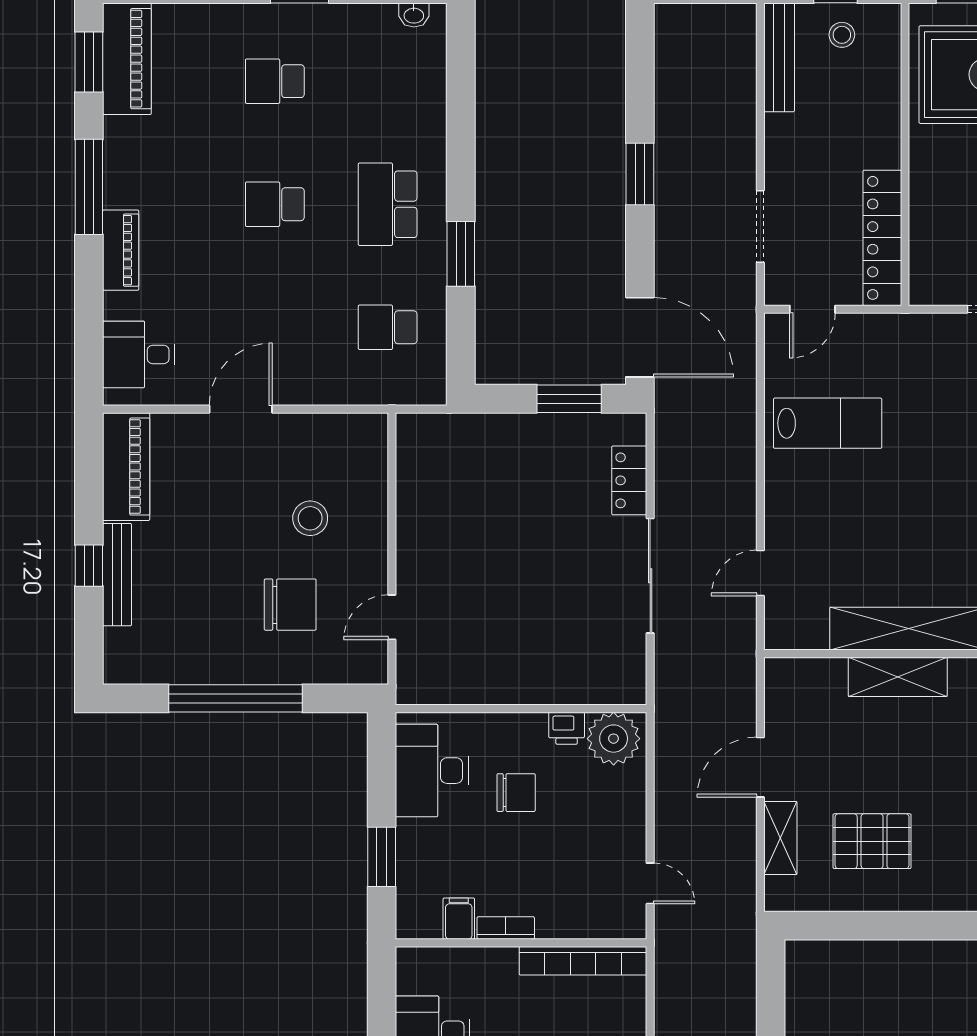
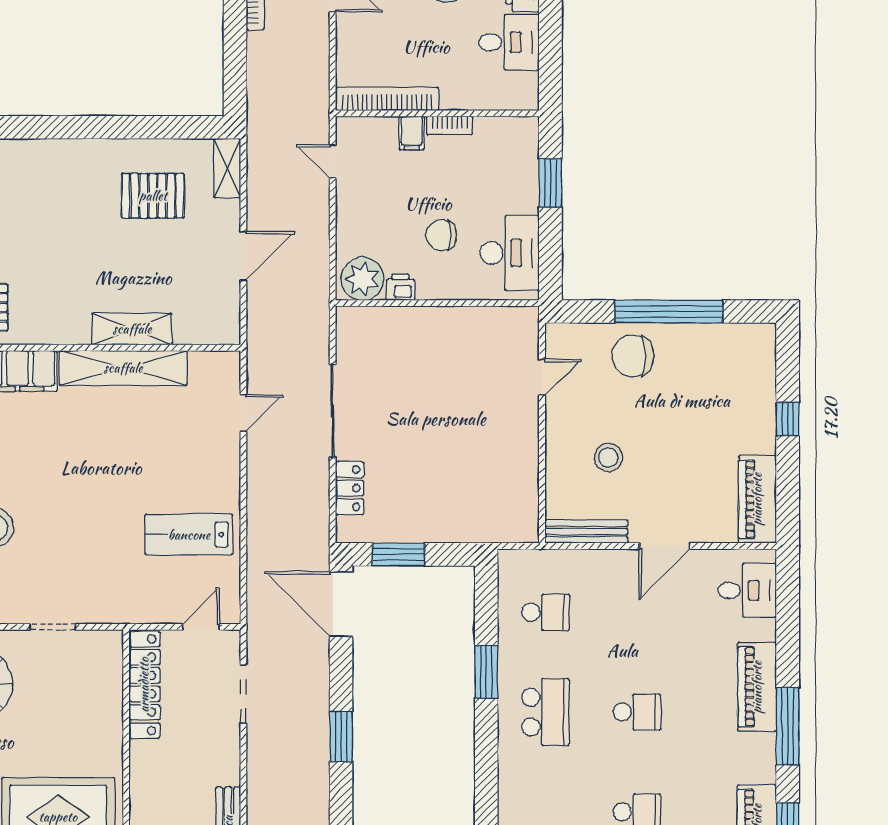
piano: (121, 250) -> (757, 687), width x1.37, depth x1.33
bench: (117, 575) -> (586, 532), moved, turned 90
chair: (290, 605) -> (633, 356), moved
shelving: (780, 838) -> (227, 168), moved
filing cabinet: (459, 919) -> (412, 133), moved

